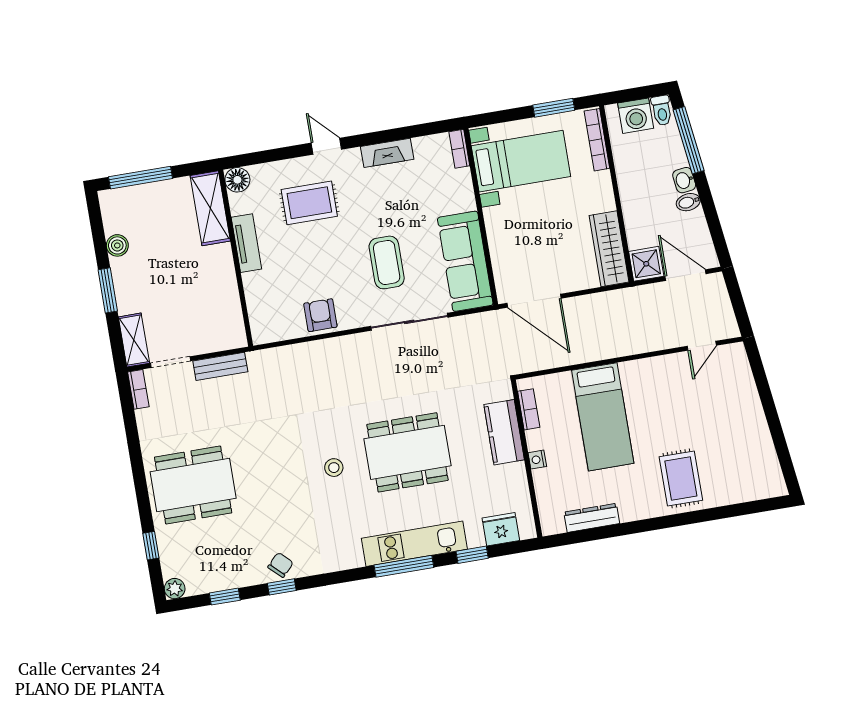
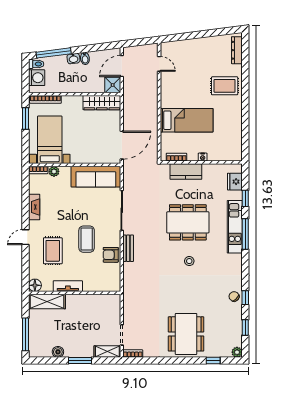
plant: (462, 179) -> (54, 171), added
coffee table: (387, 262) -> (87, 239), moved, turned 90
bench: (220, 366) -> (128, 248), moved
dining table: (407, 452) -> (188, 222), turned 90
dresser: (592, 518) -> (237, 50), moved

